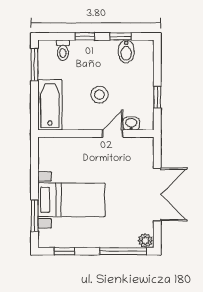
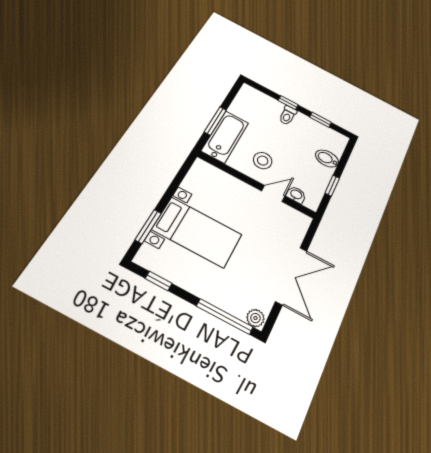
toilet: (63, 50) -> (288, 115), moved
bidet: (126, 51) -> (327, 158), moved, turned 90
window: (35, 64) -> (215, 121), moved
stool: (99, 95) -> (263, 161), moved

